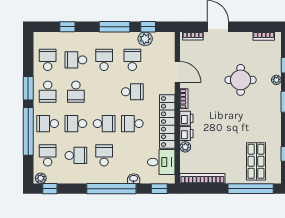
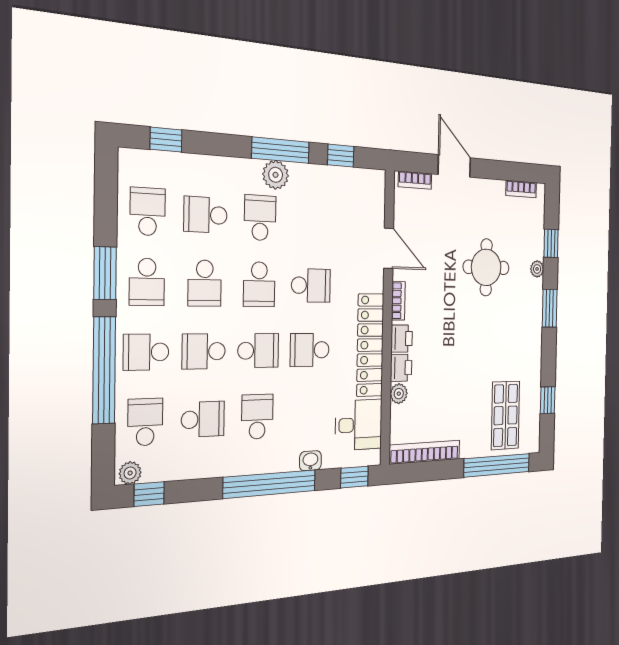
window: (67, 27) -> (166, 140), moved
plant: (145, 39) -> (276, 175), moved
school desk: (132, 60) -> (259, 284), moved, turned 180

